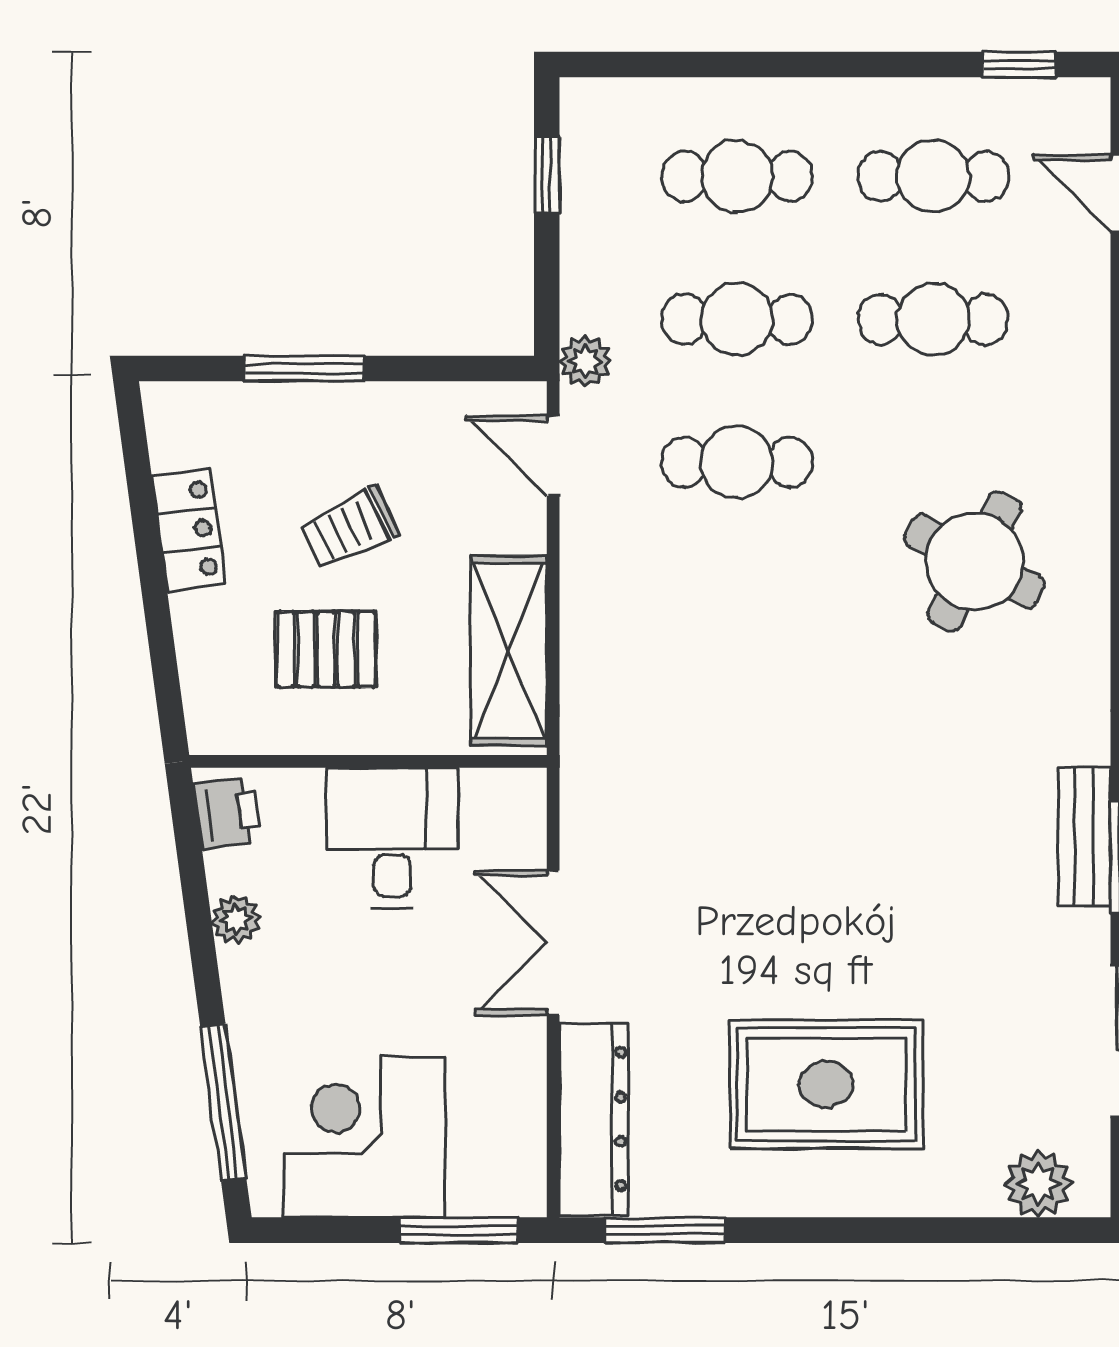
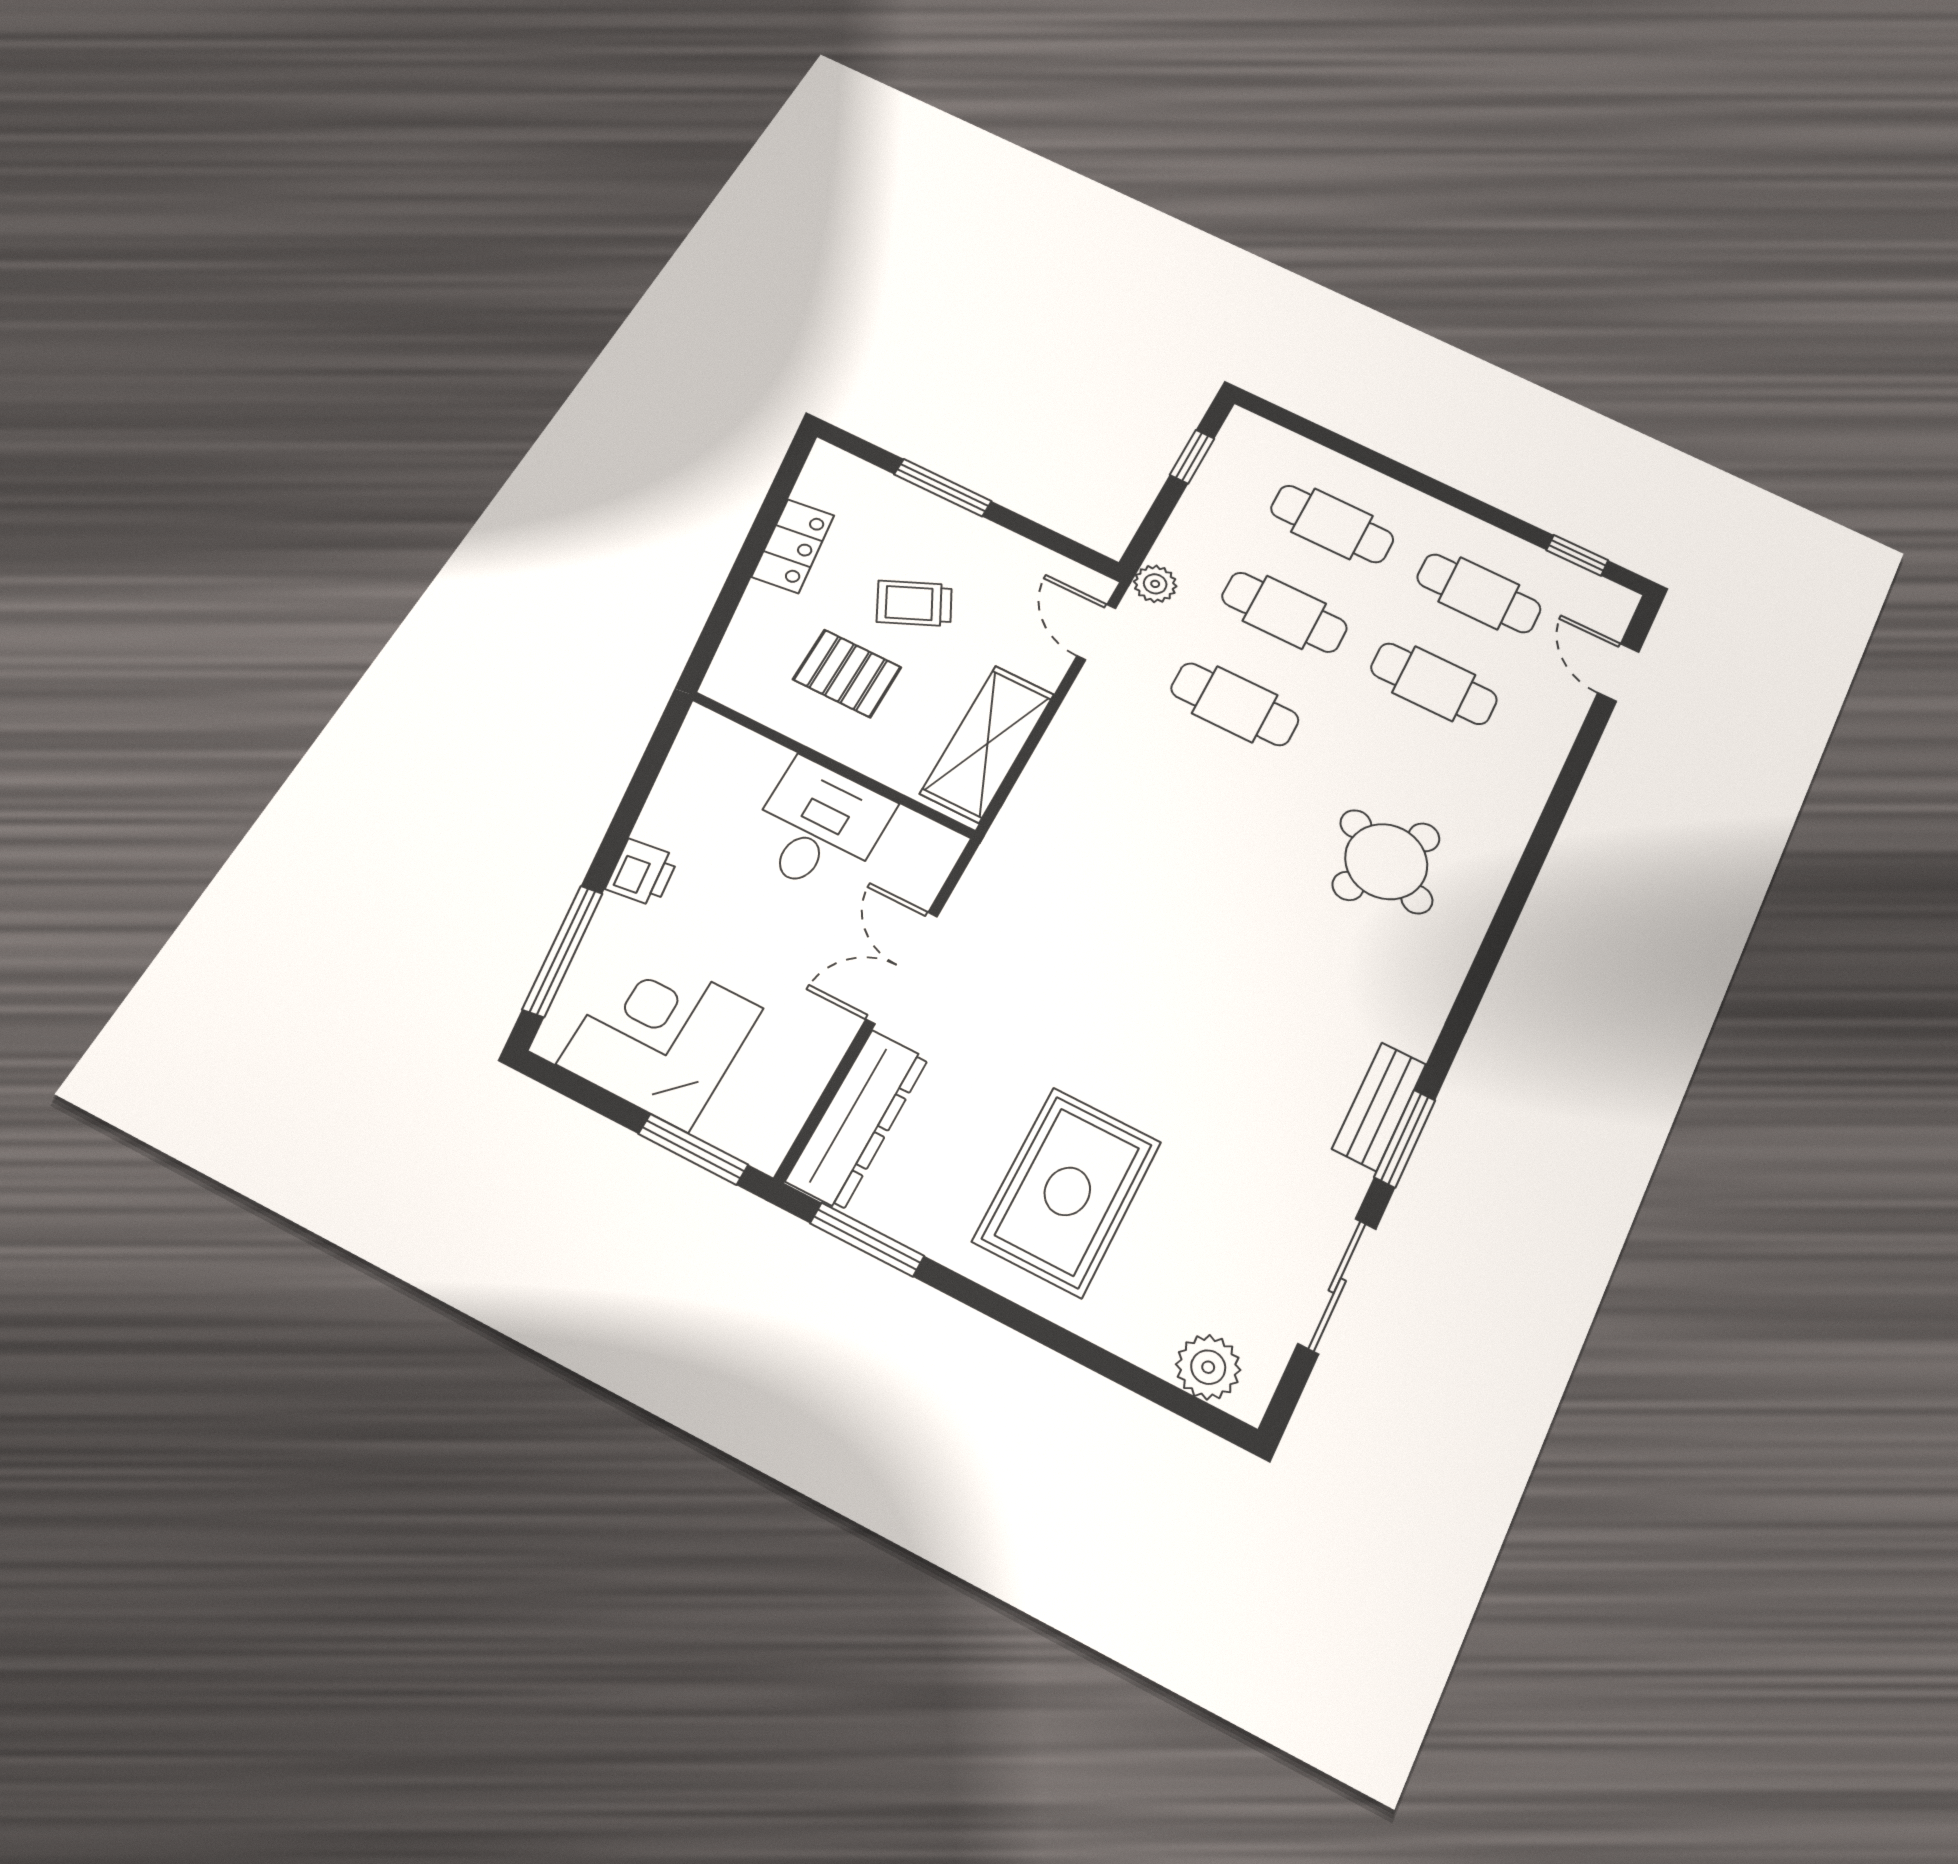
printer: (227, 813) -> (642, 873), moved
plant: (236, 920) -> (659, 823), removed
rug: (826, 1084) -> (1067, 1191), turned 90

